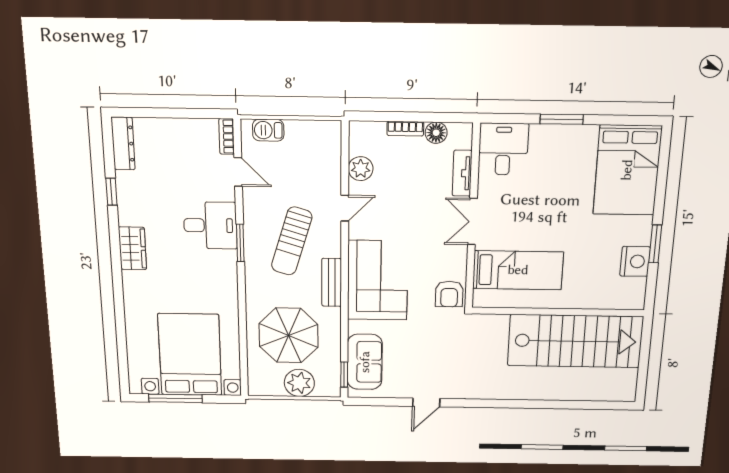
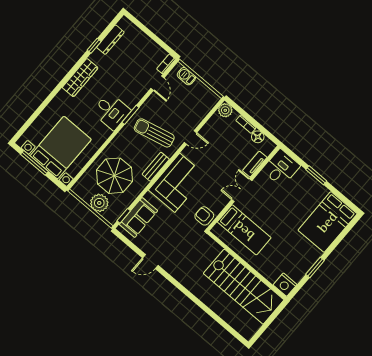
dresser: (123, 143) -> (110, 40), moved
plant: (361, 169) -> (225, 110), moved
desk: (210, 225) -> (111, 111), moved
sun lounger: (292, 241) -> (154, 133), turned 60
wardrobe: (132, 248) -> (80, 78), width x1.50
nightstand: (635, 261) -> (285, 285), moved, turned 90
armchair: (449, 294) -> (204, 216), turned 90

